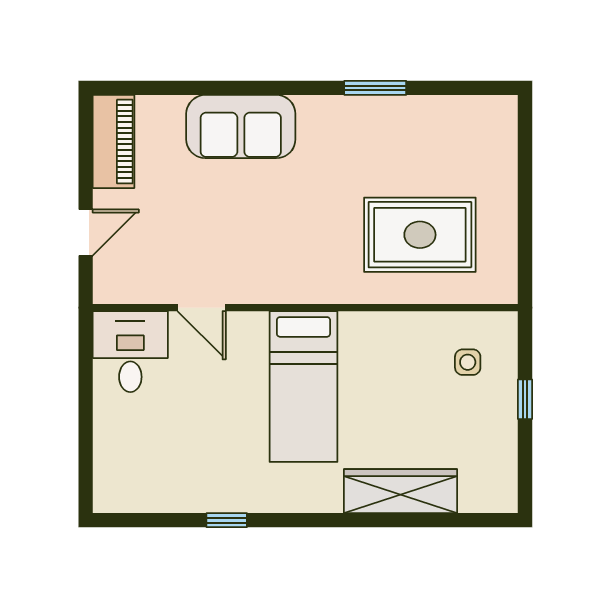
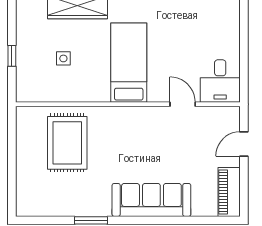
sofa: (241, 127) -> (151, 200), width x1.36
rug: (420, 235) -> (67, 143), turned 90
side table: (468, 362) -> (63, 58), moved

